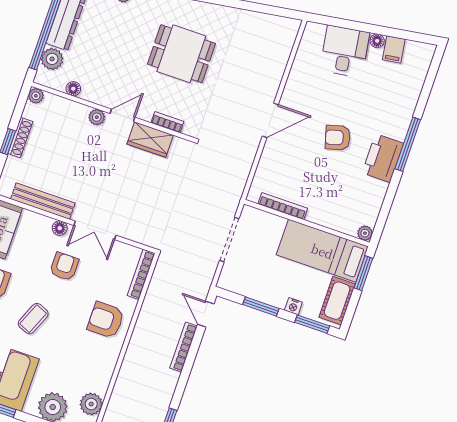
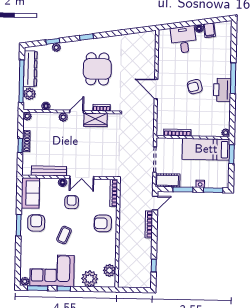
dining table: (181, 54) -> (97, 69), turned 90
door: (270, 120) -> (156, 89), swing flipped
cot: (337, 301) -> (168, 180), moved, turned 90
door: (206, 314) -> (155, 203), swing flipped

